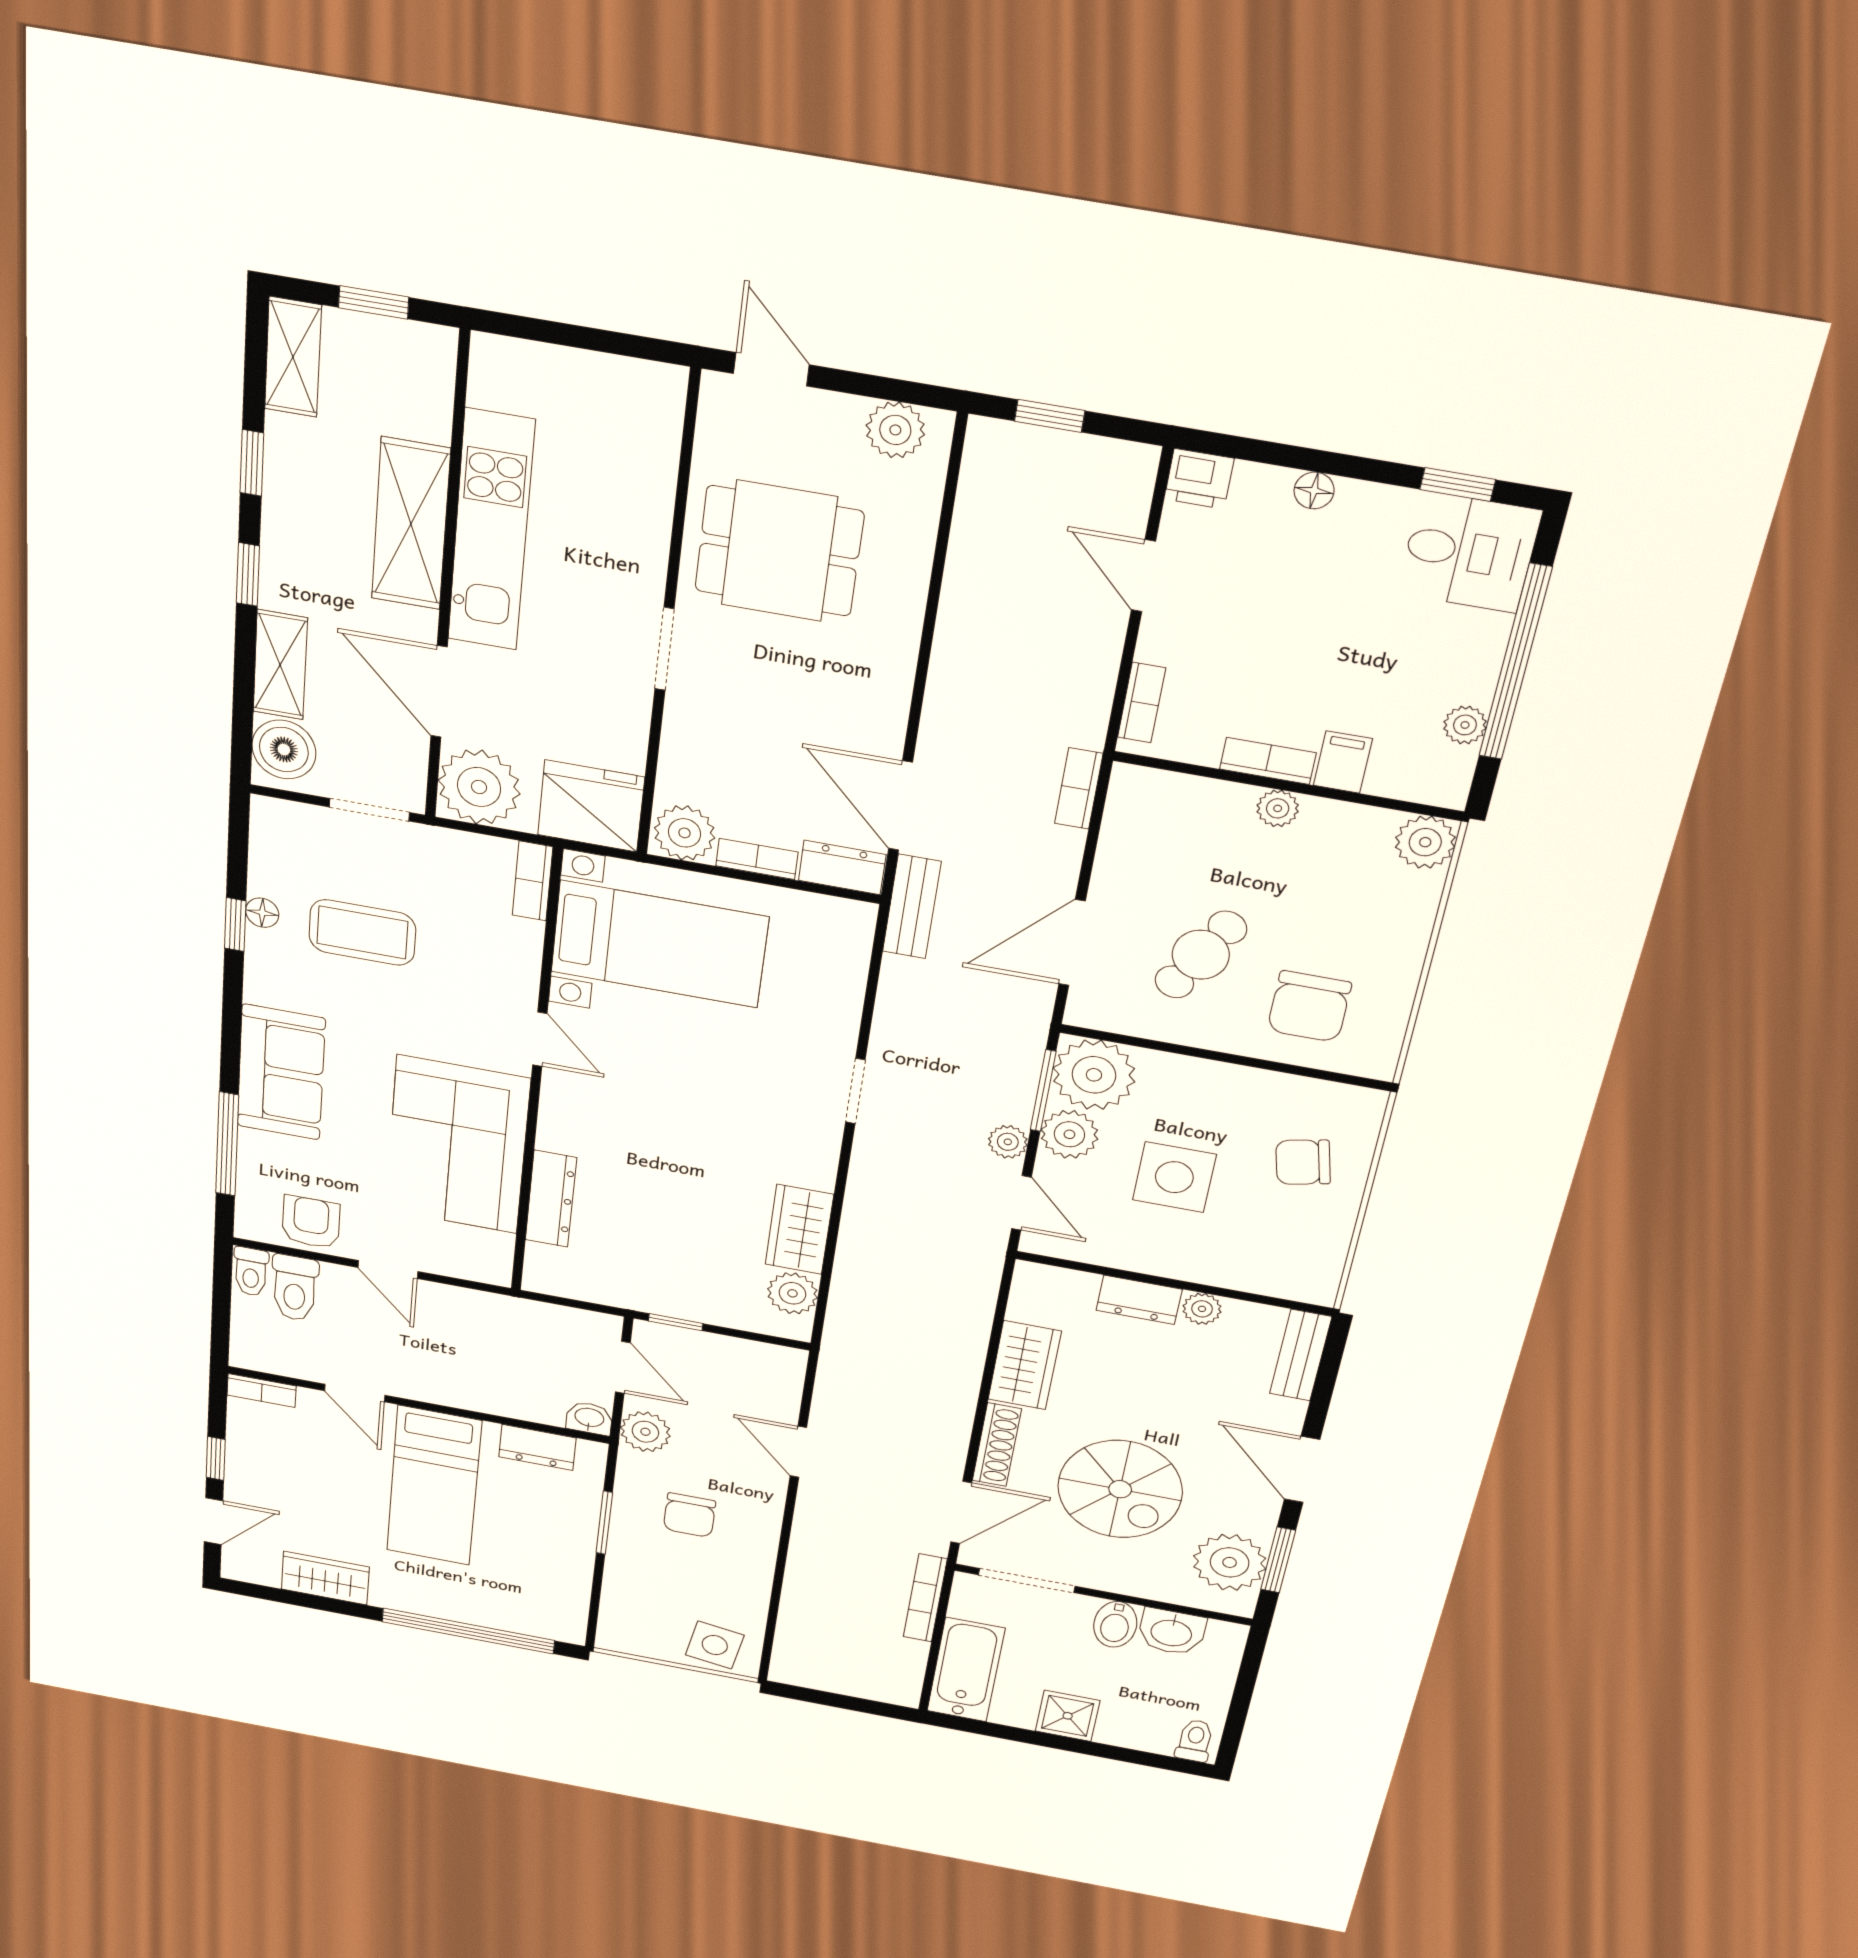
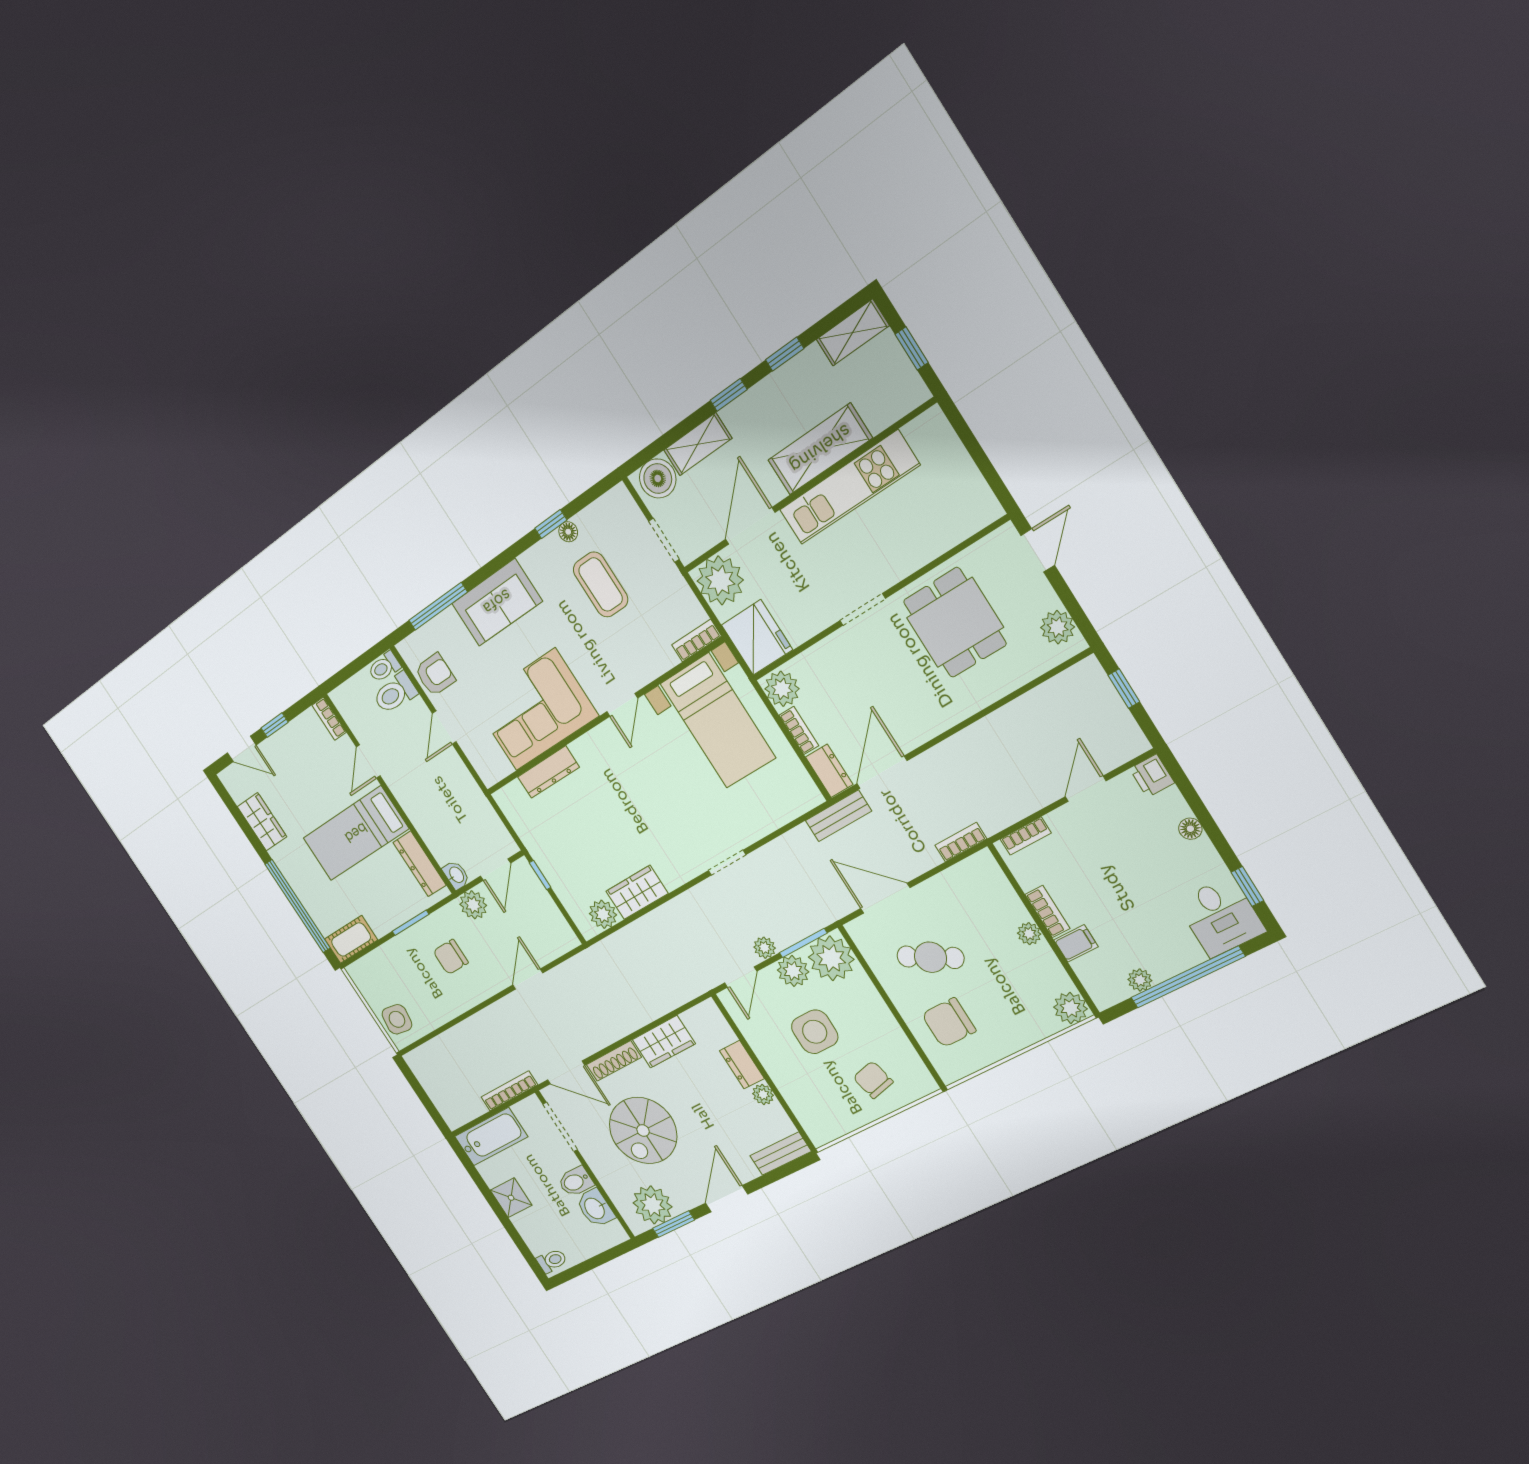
dresser: (537, 1447) -> (420, 864), width x1.44
cot: (565, 1608) -> (351, 939), added

